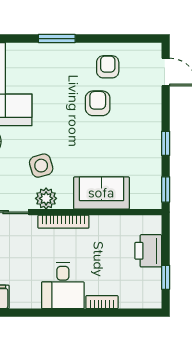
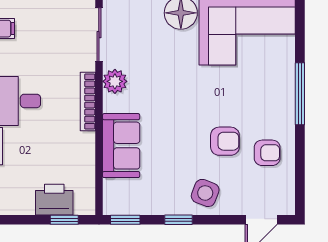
window: (57, 39) -> (300, 94), width x1.44
side table: (41, 166) -> (205, 193), moved, turned 37
window: (166, 277) -> (64, 220), moved

